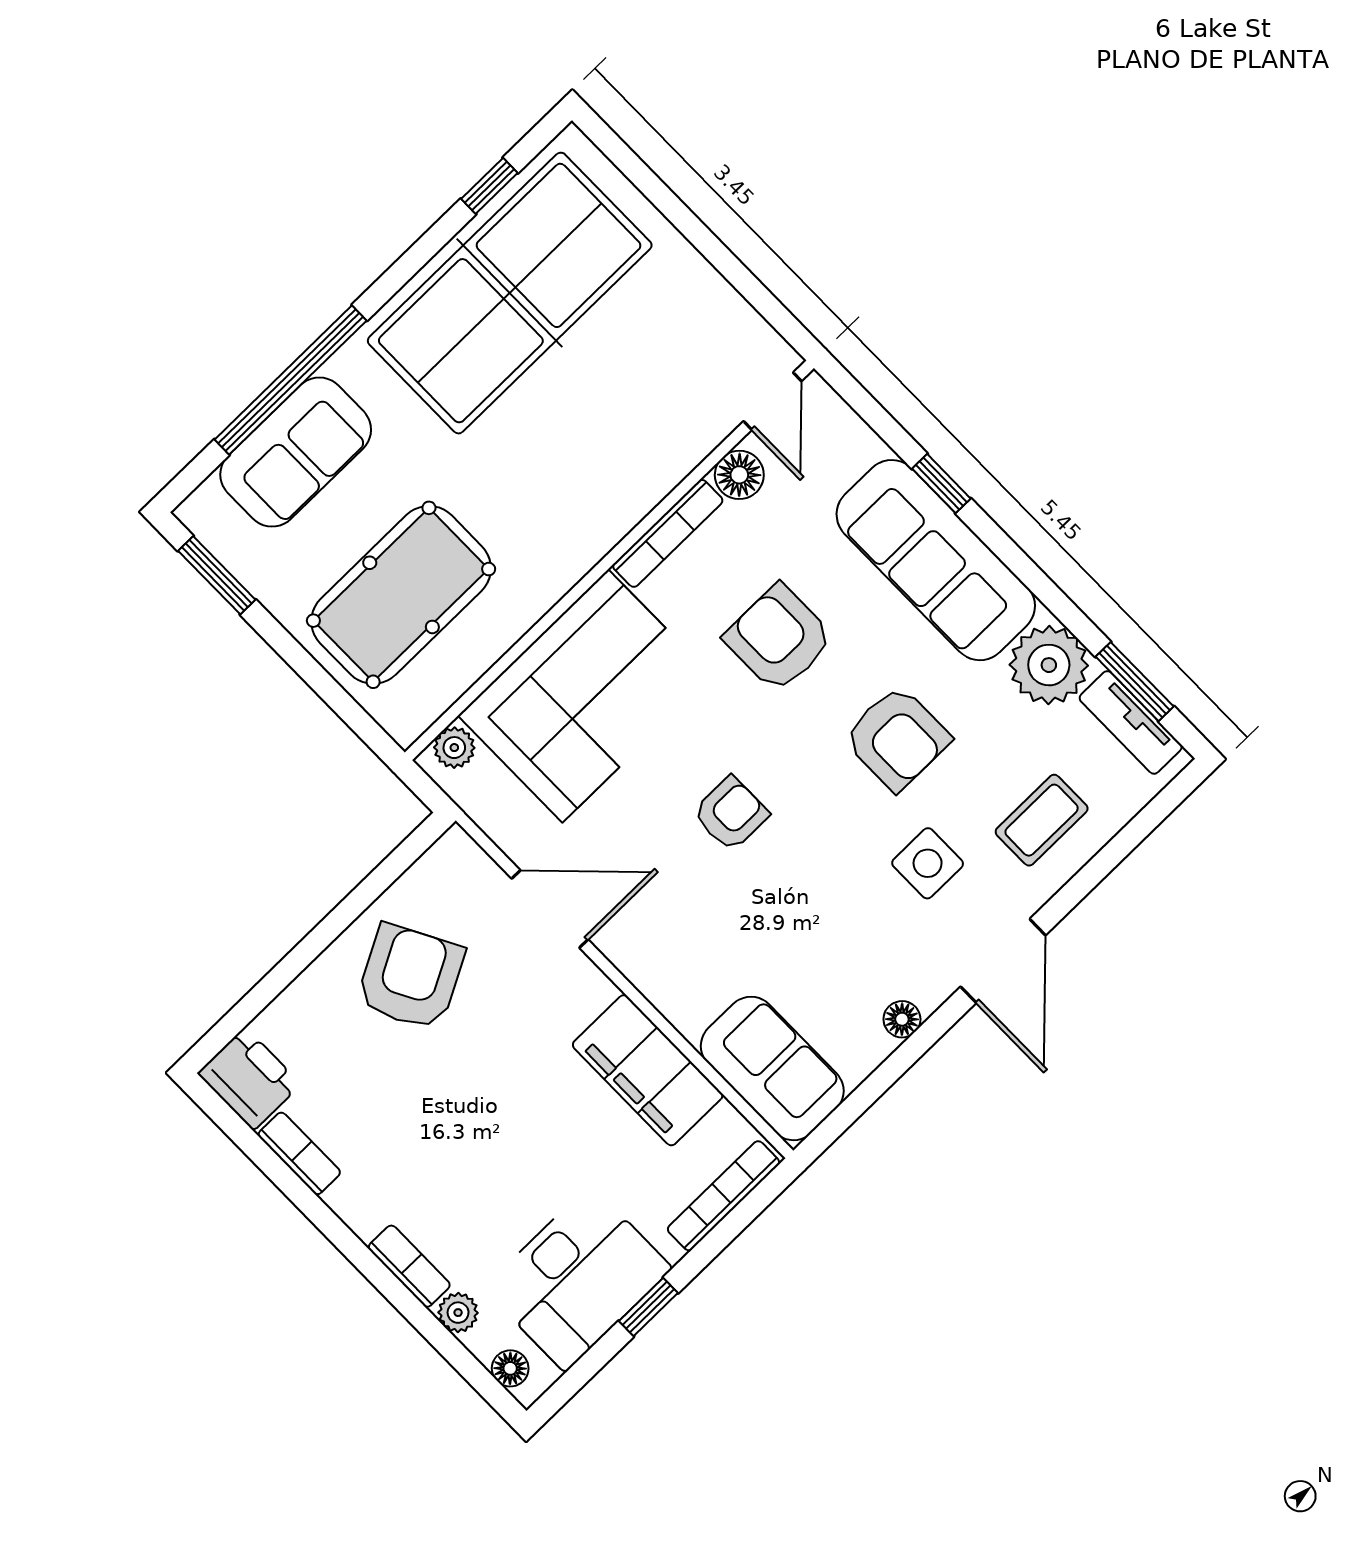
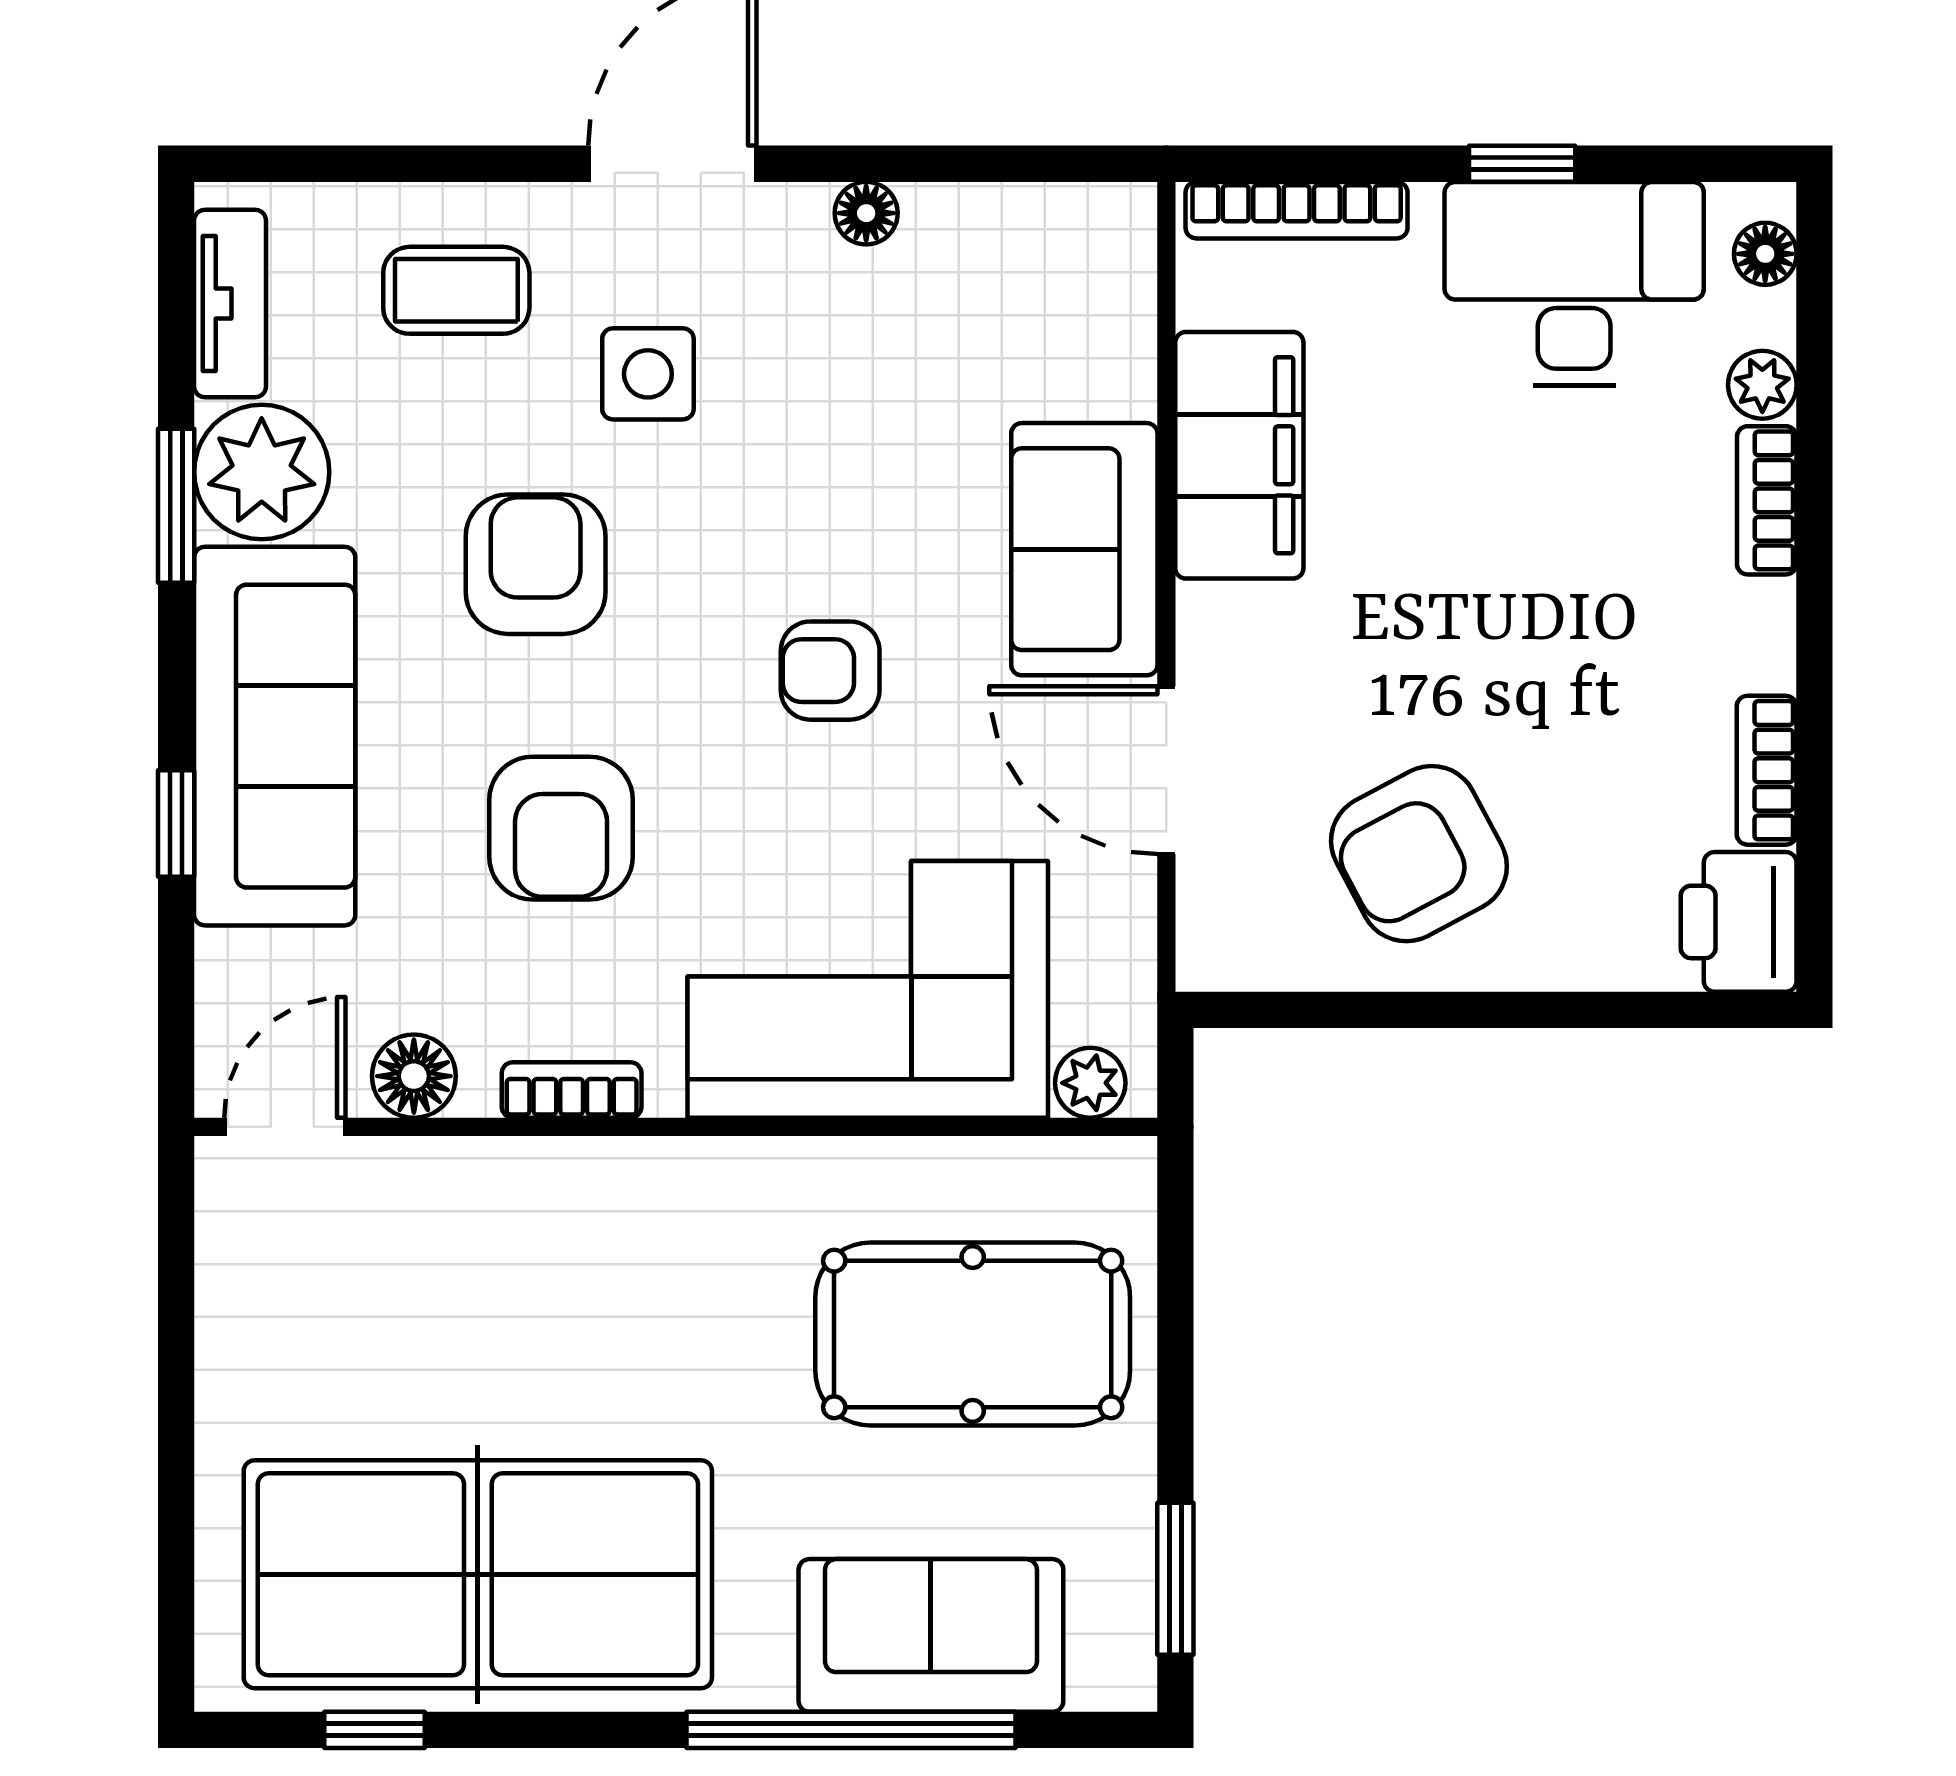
bookcase: (668, 533) -> (572, 1090), width x0.64
window: (1135, 682) -> (176, 506), moved
sofa: (772, 1068) -> (1084, 549), moved

